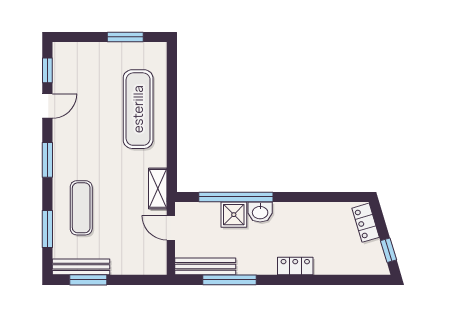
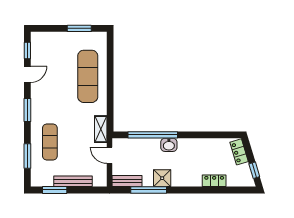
shower: (234, 215) -> (162, 178), moved
bench: (205, 266) -> (127, 181), width x0.73
locker: (295, 266) -> (214, 181), moved
bench: (81, 267) -> (73, 181), moved

